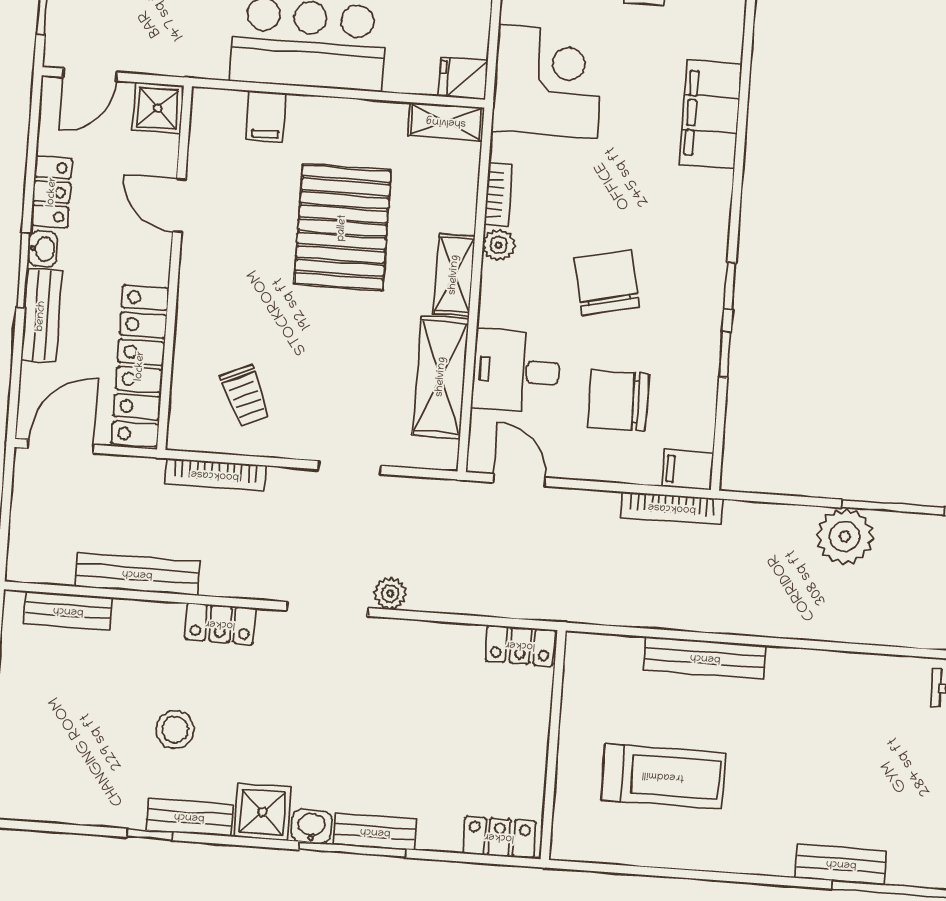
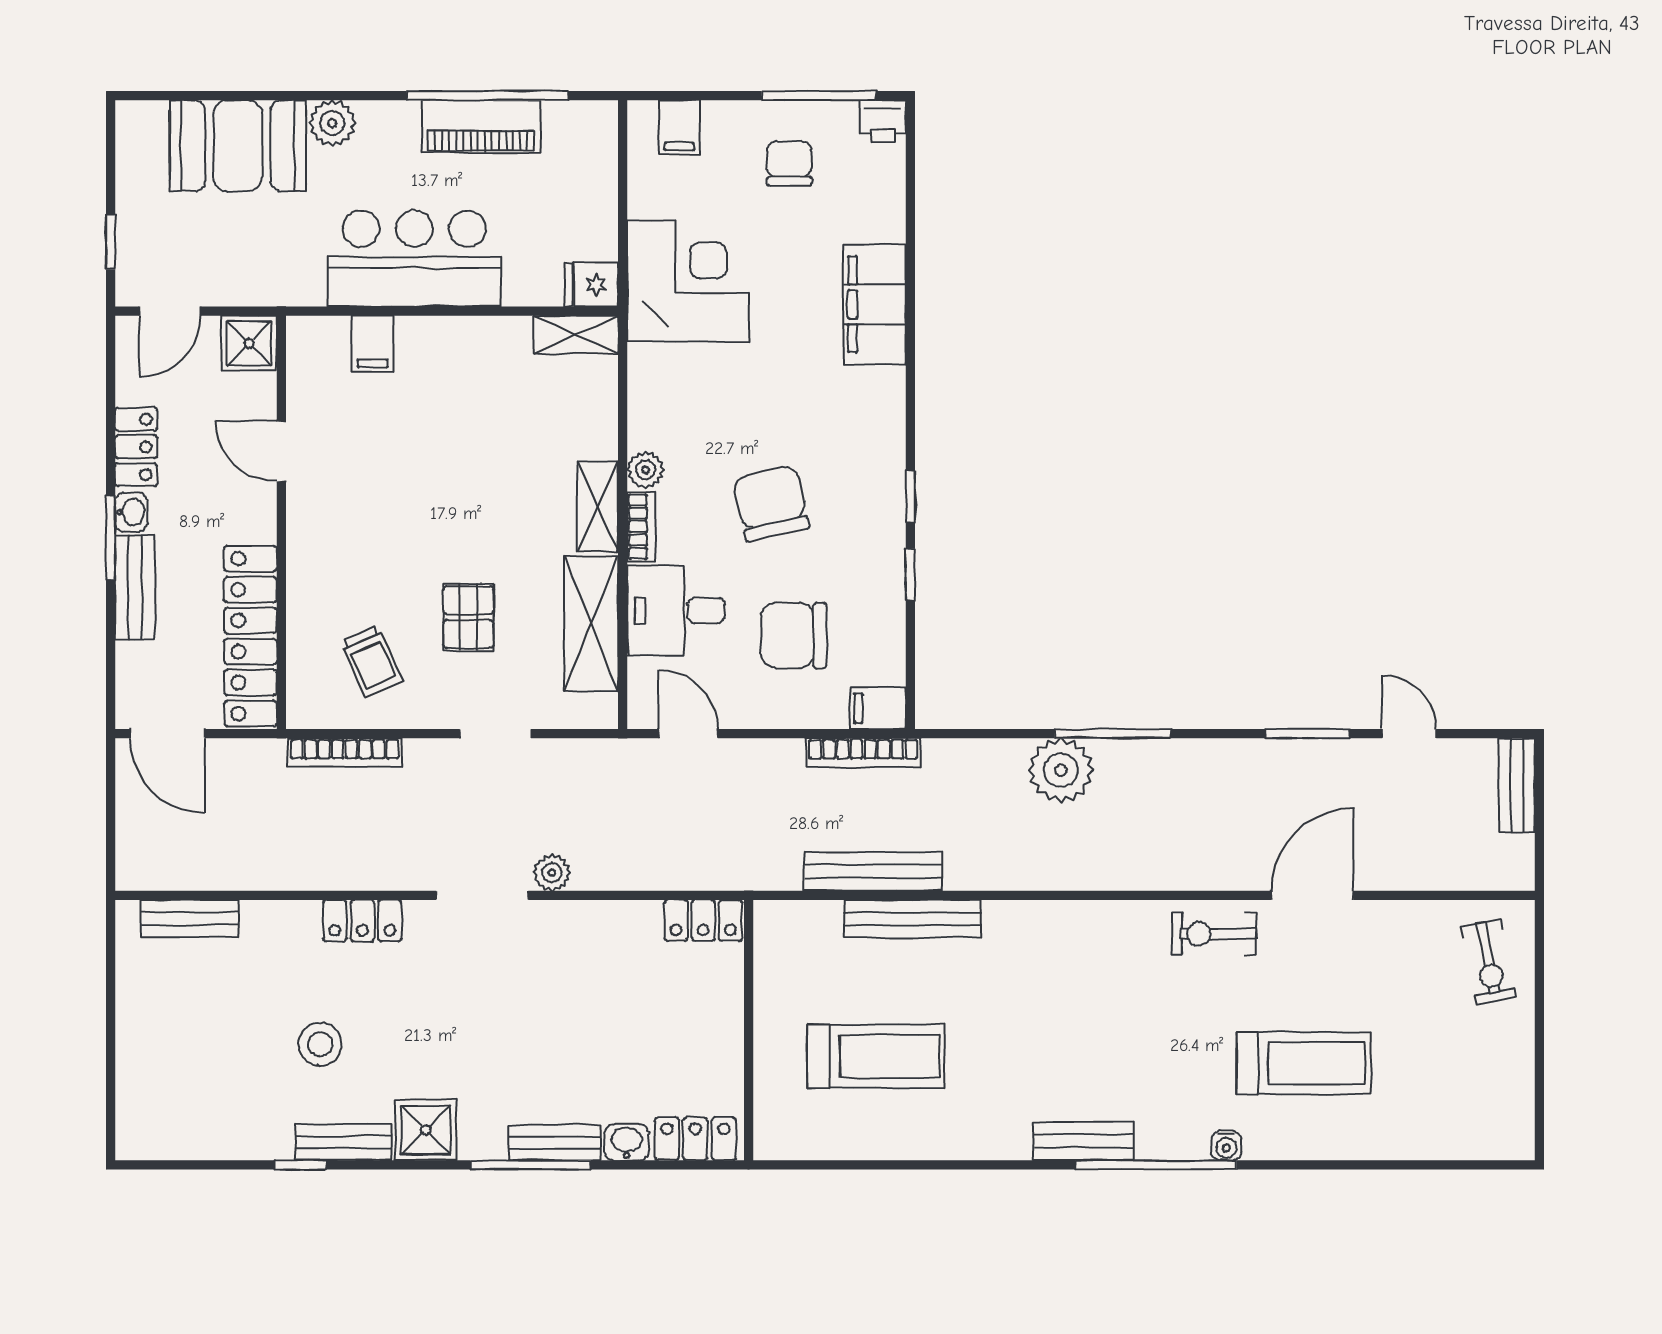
bookcase: (498, 195) -> (641, 527), moved
pallet: (342, 228) -> (468, 617), moved, width x0.49, depth x0.50
door: (61, 446) -> (167, 734), swing flipped
bench: (137, 574) -> (873, 871), moved
washbasin: (311, 826) -> (627, 1142), moved

